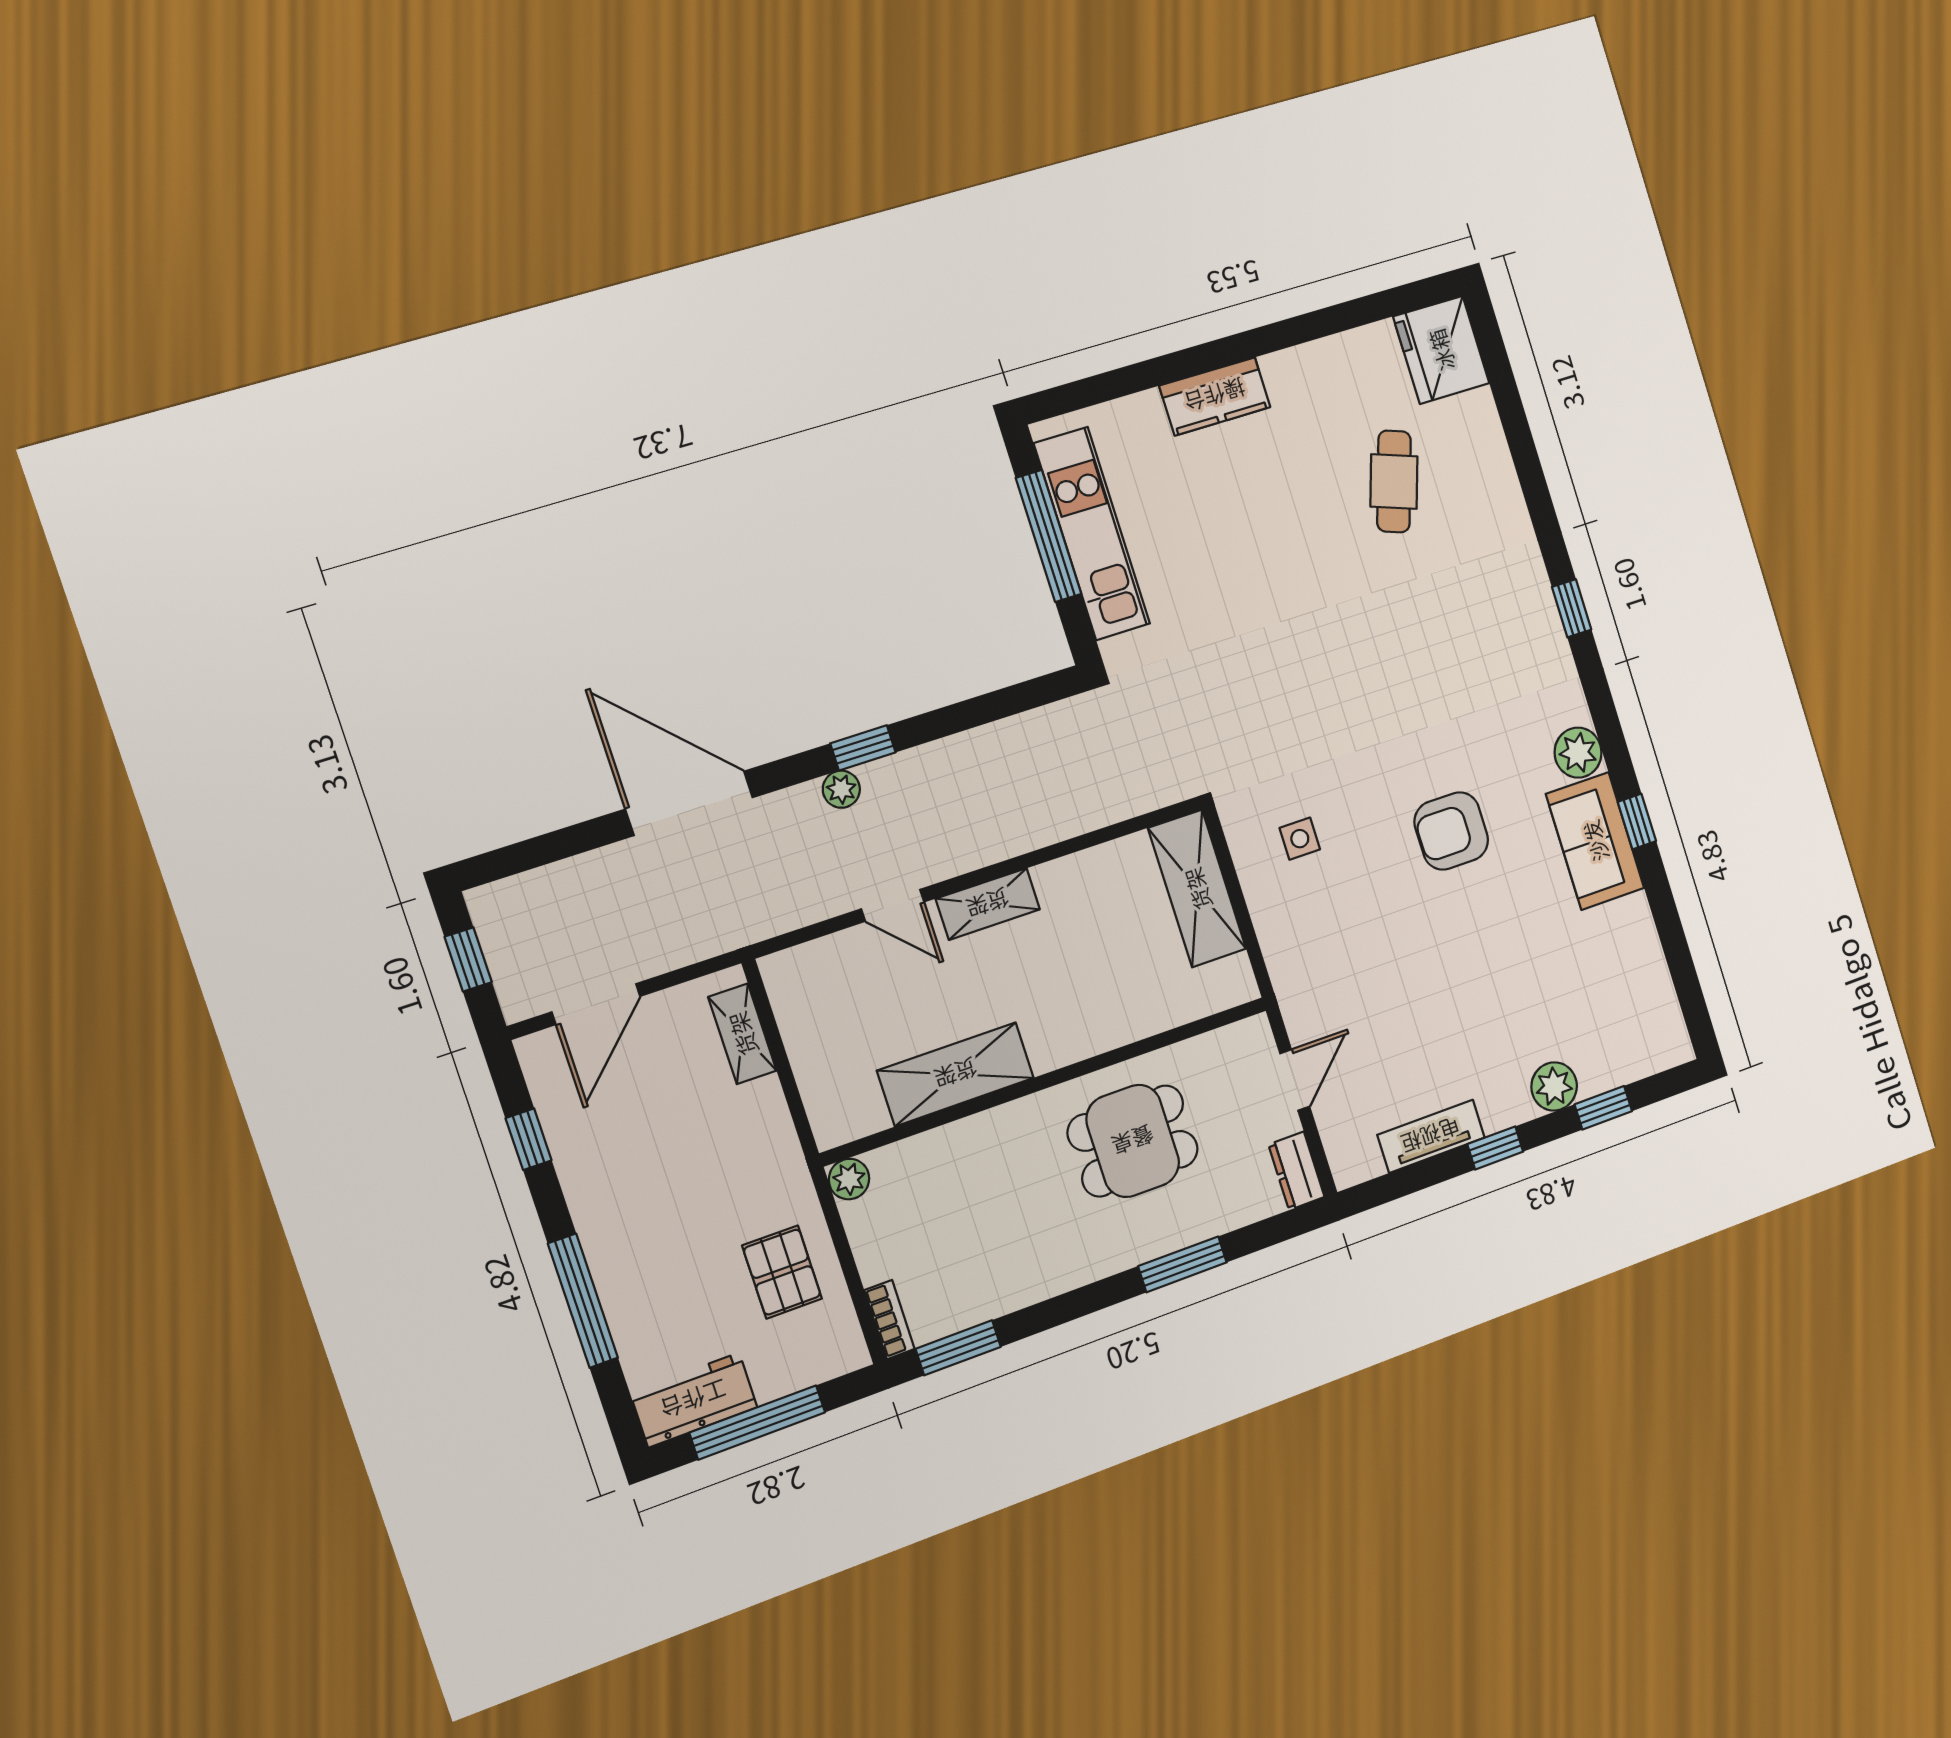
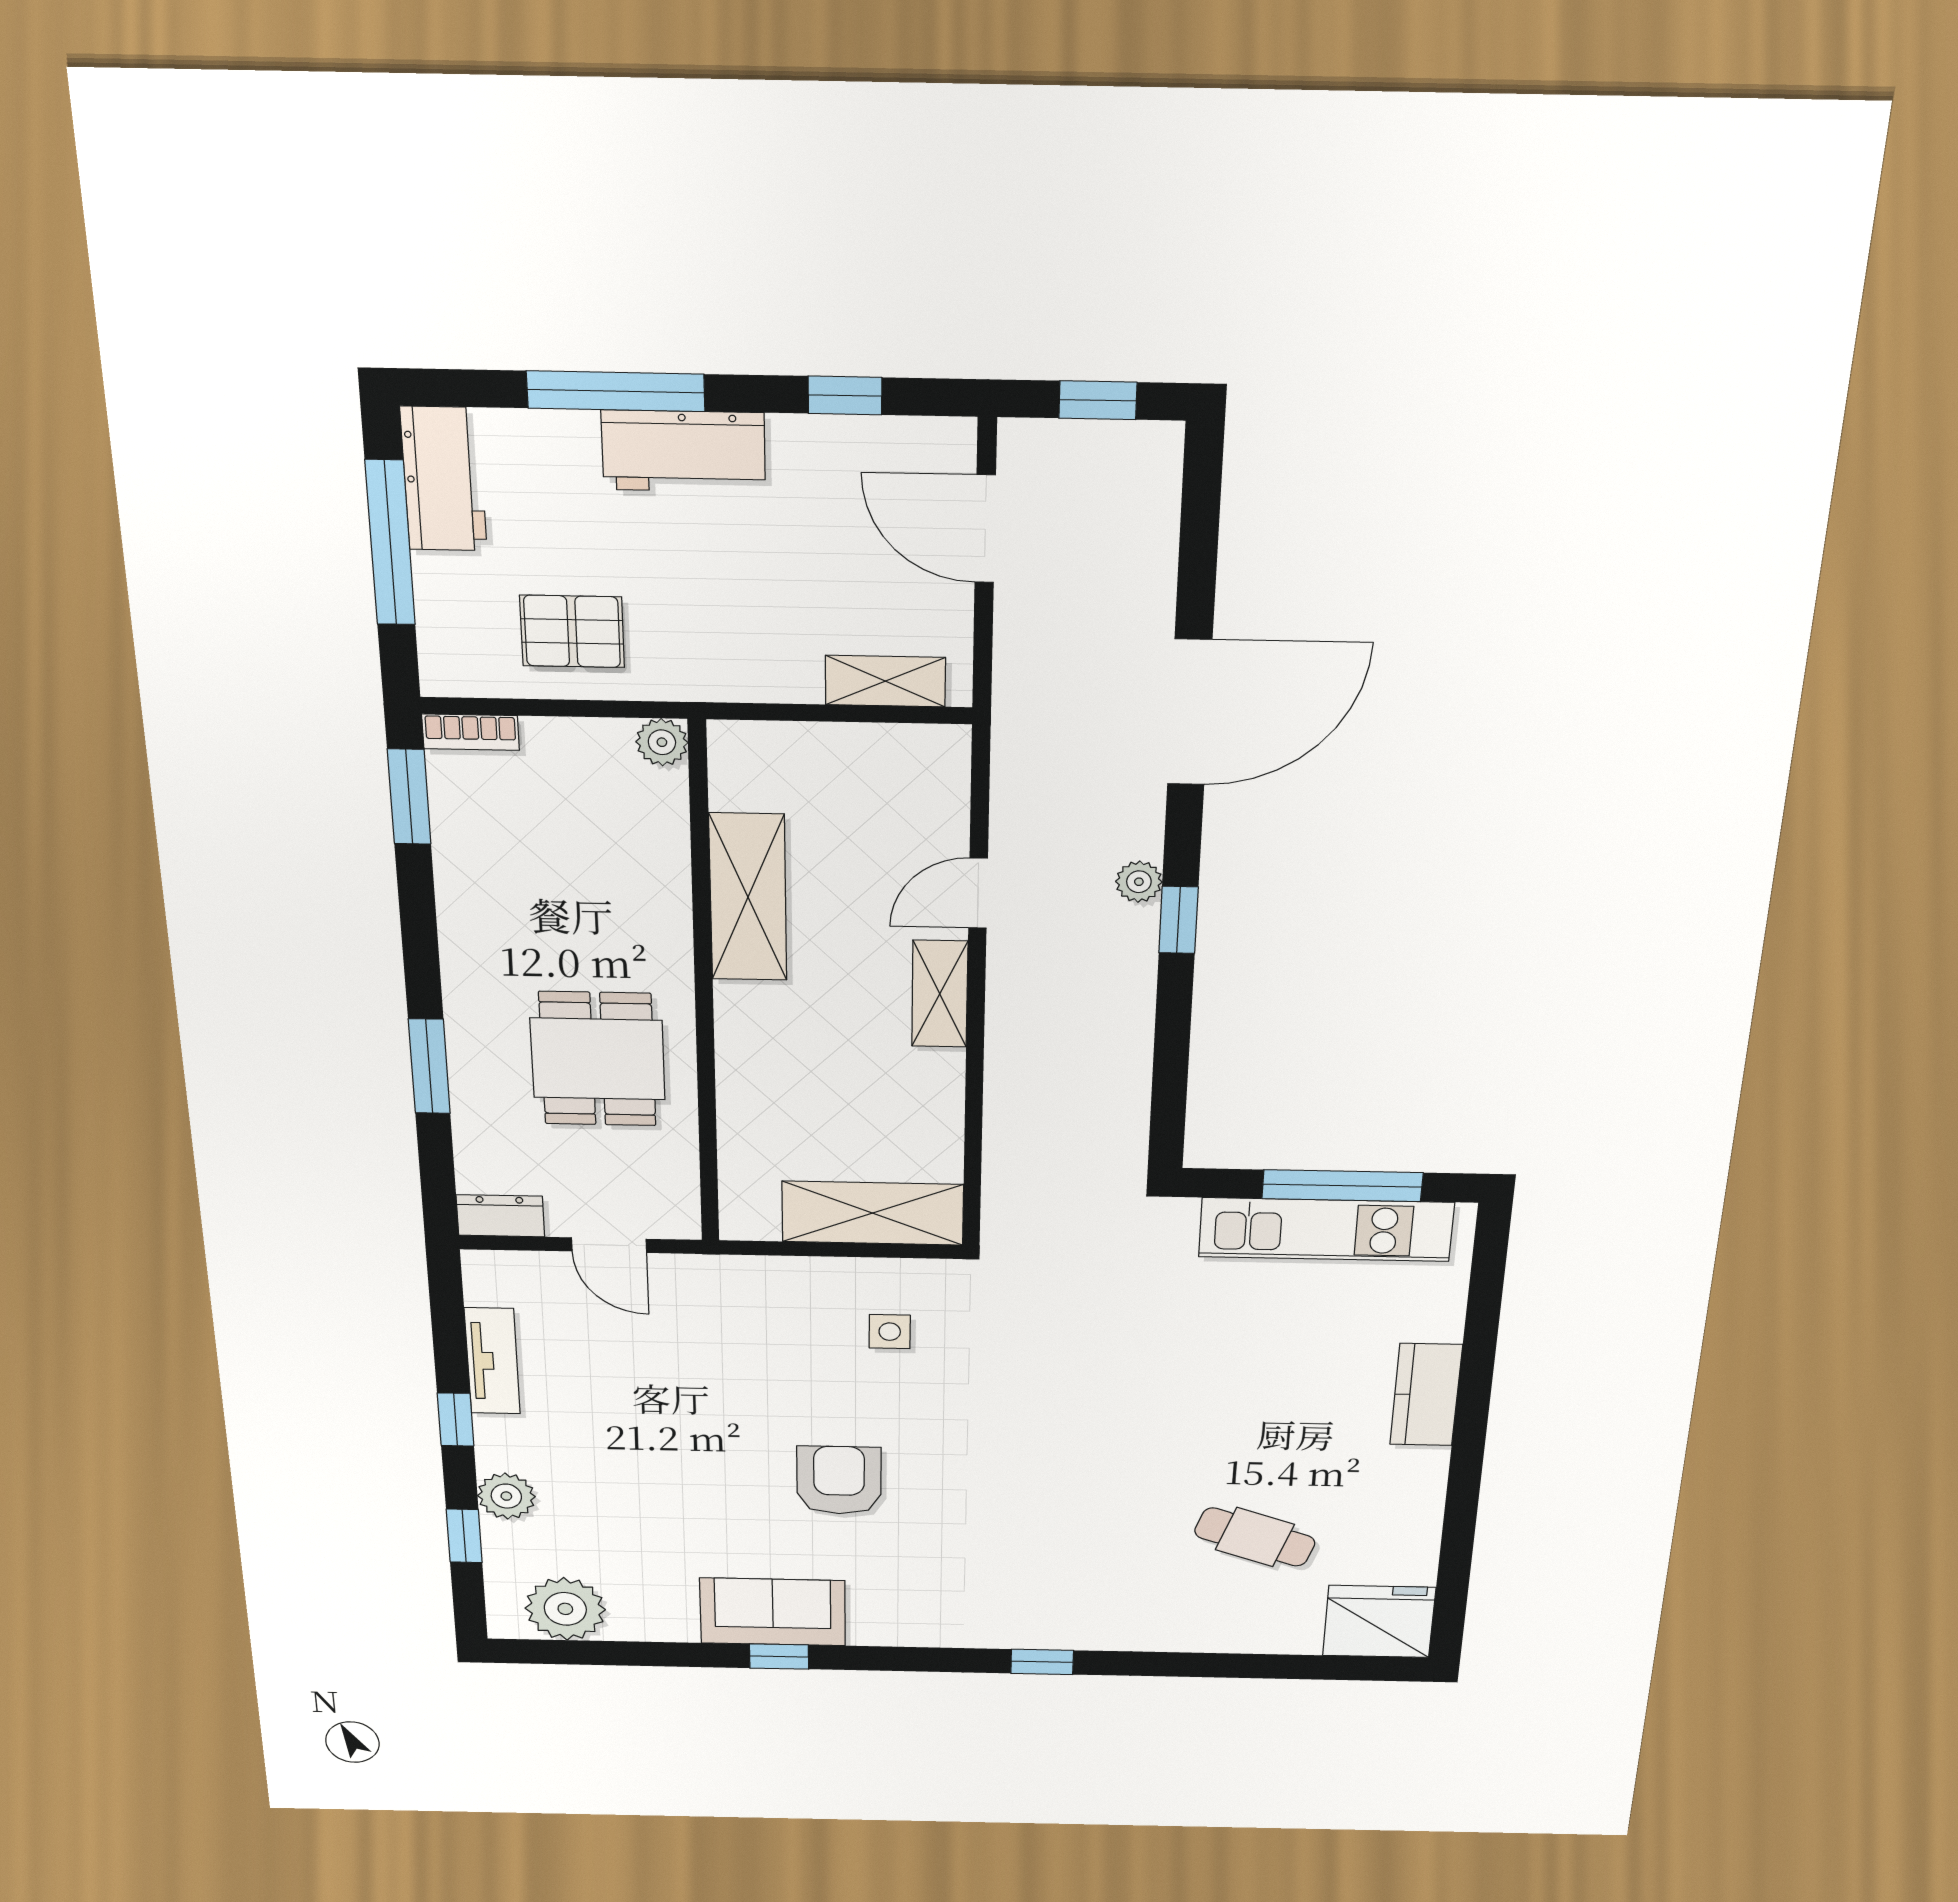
plant: (1578, 753) -> (565, 1609), moved, width x1.36, depth x1.36
workbench: (612, 1238) -> (683, 451), added

